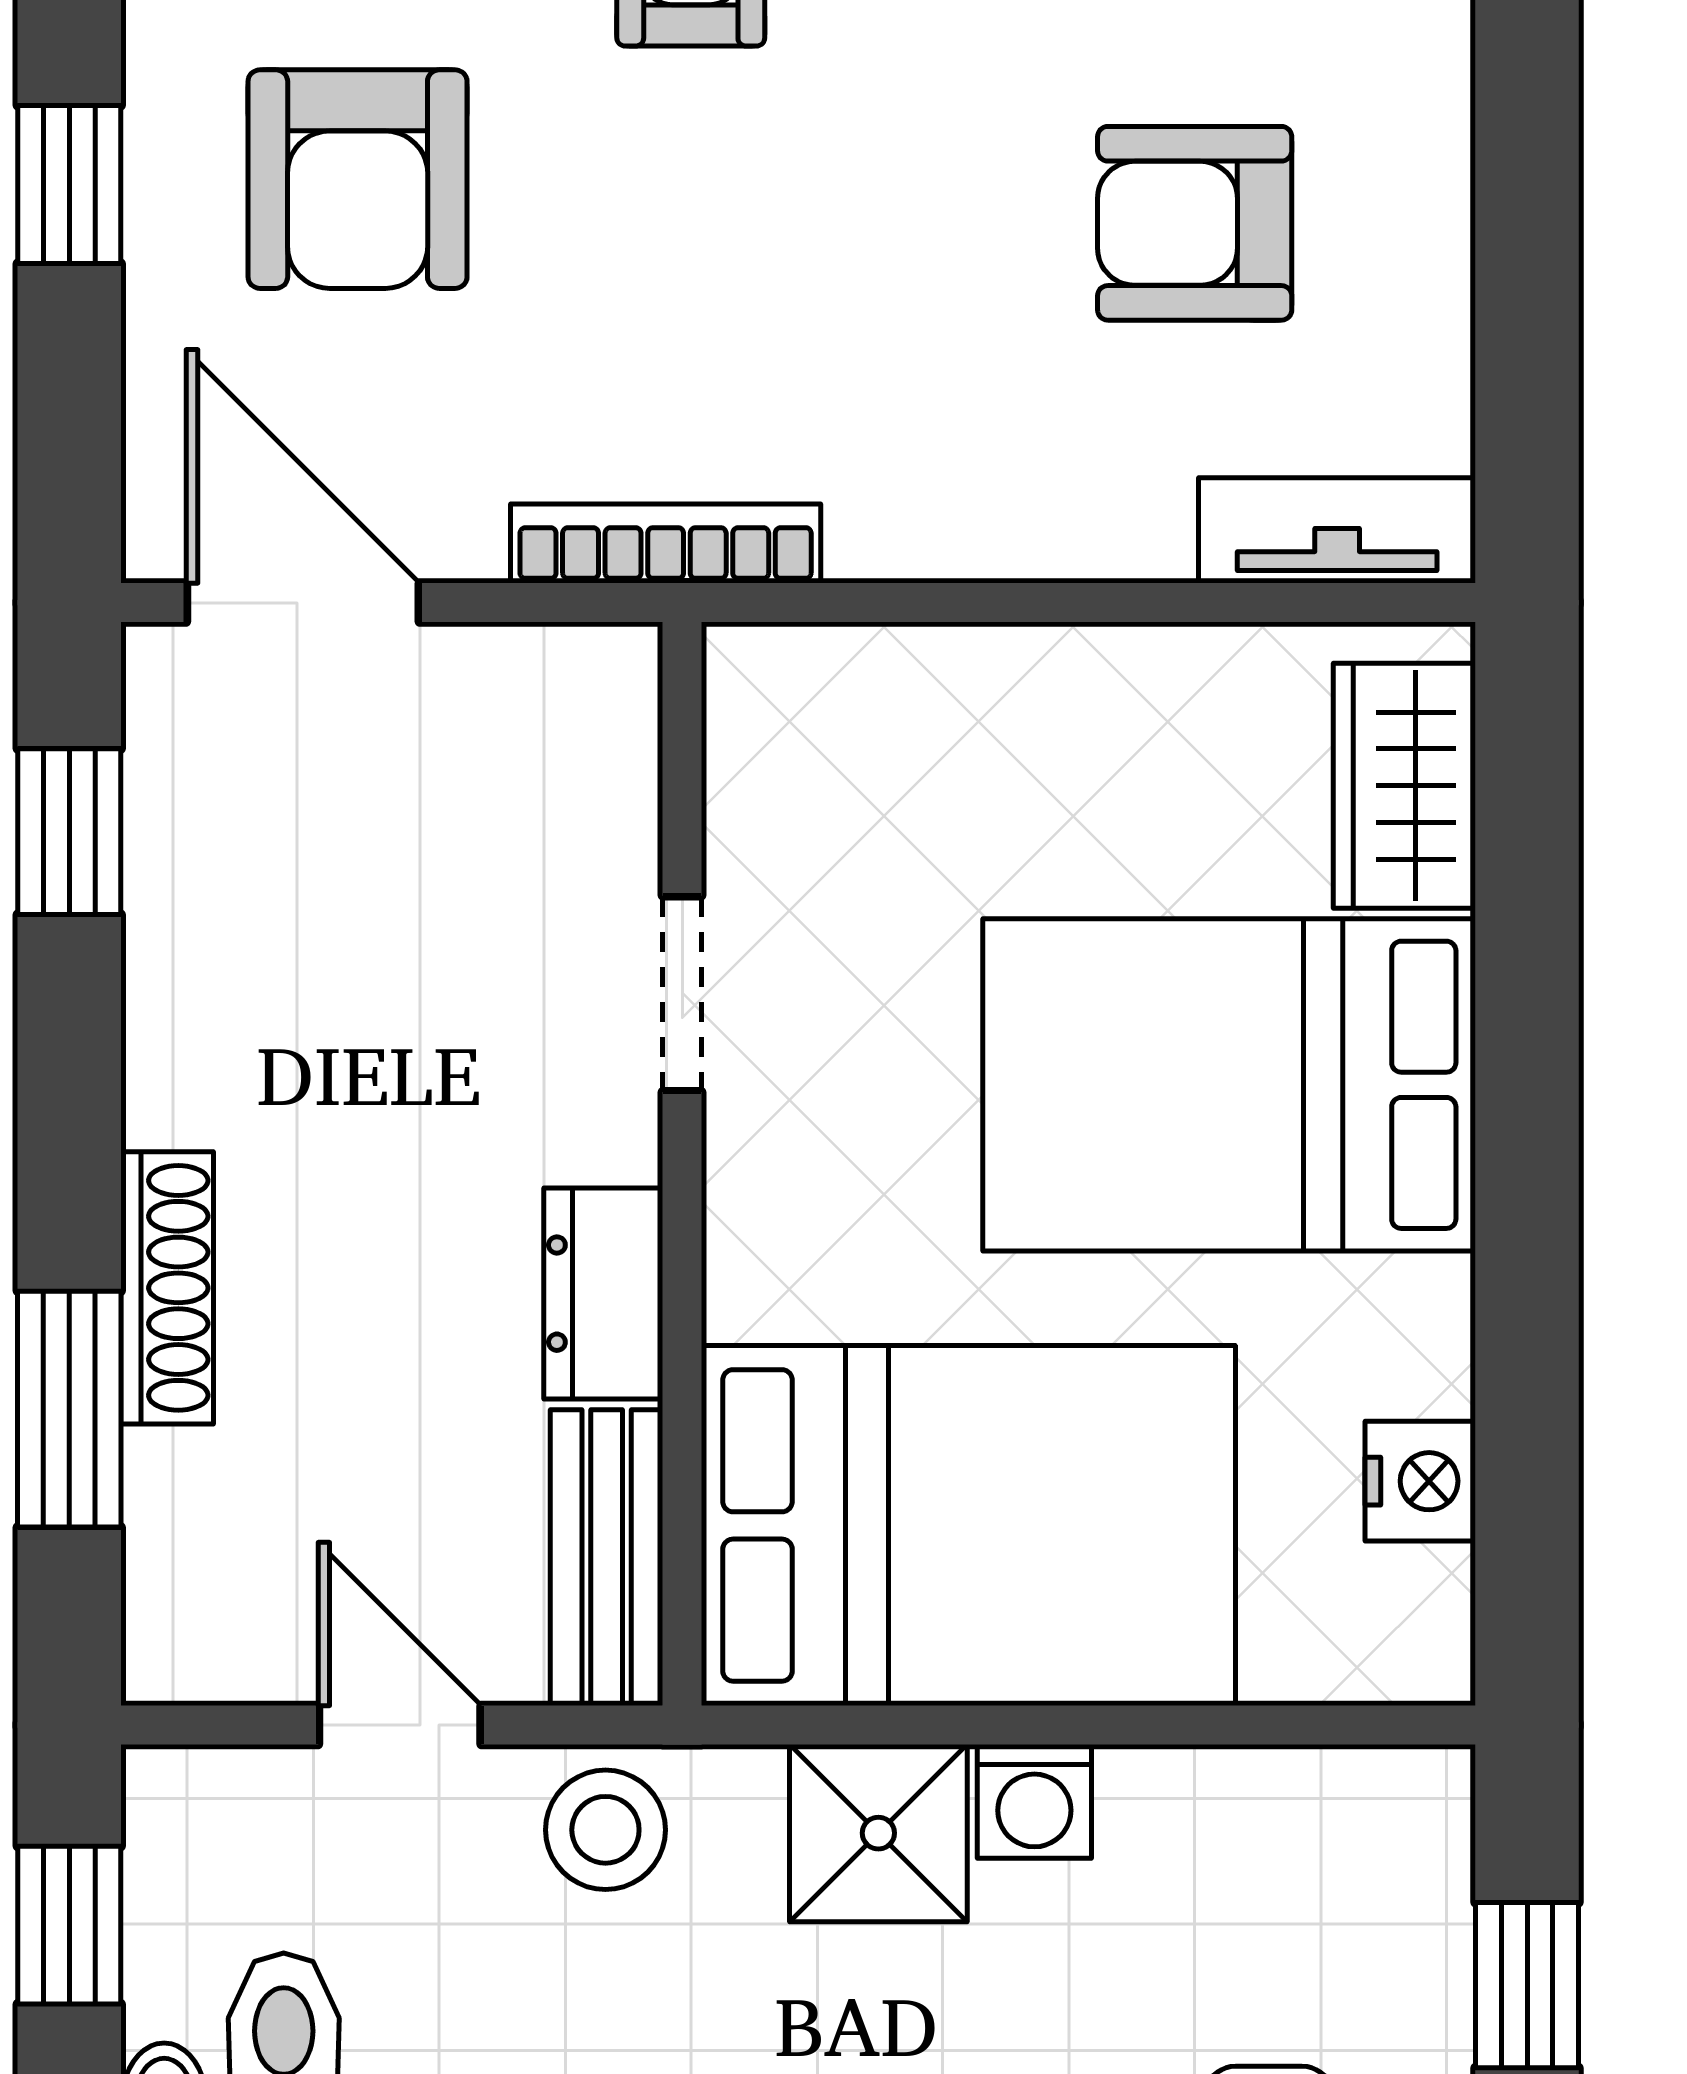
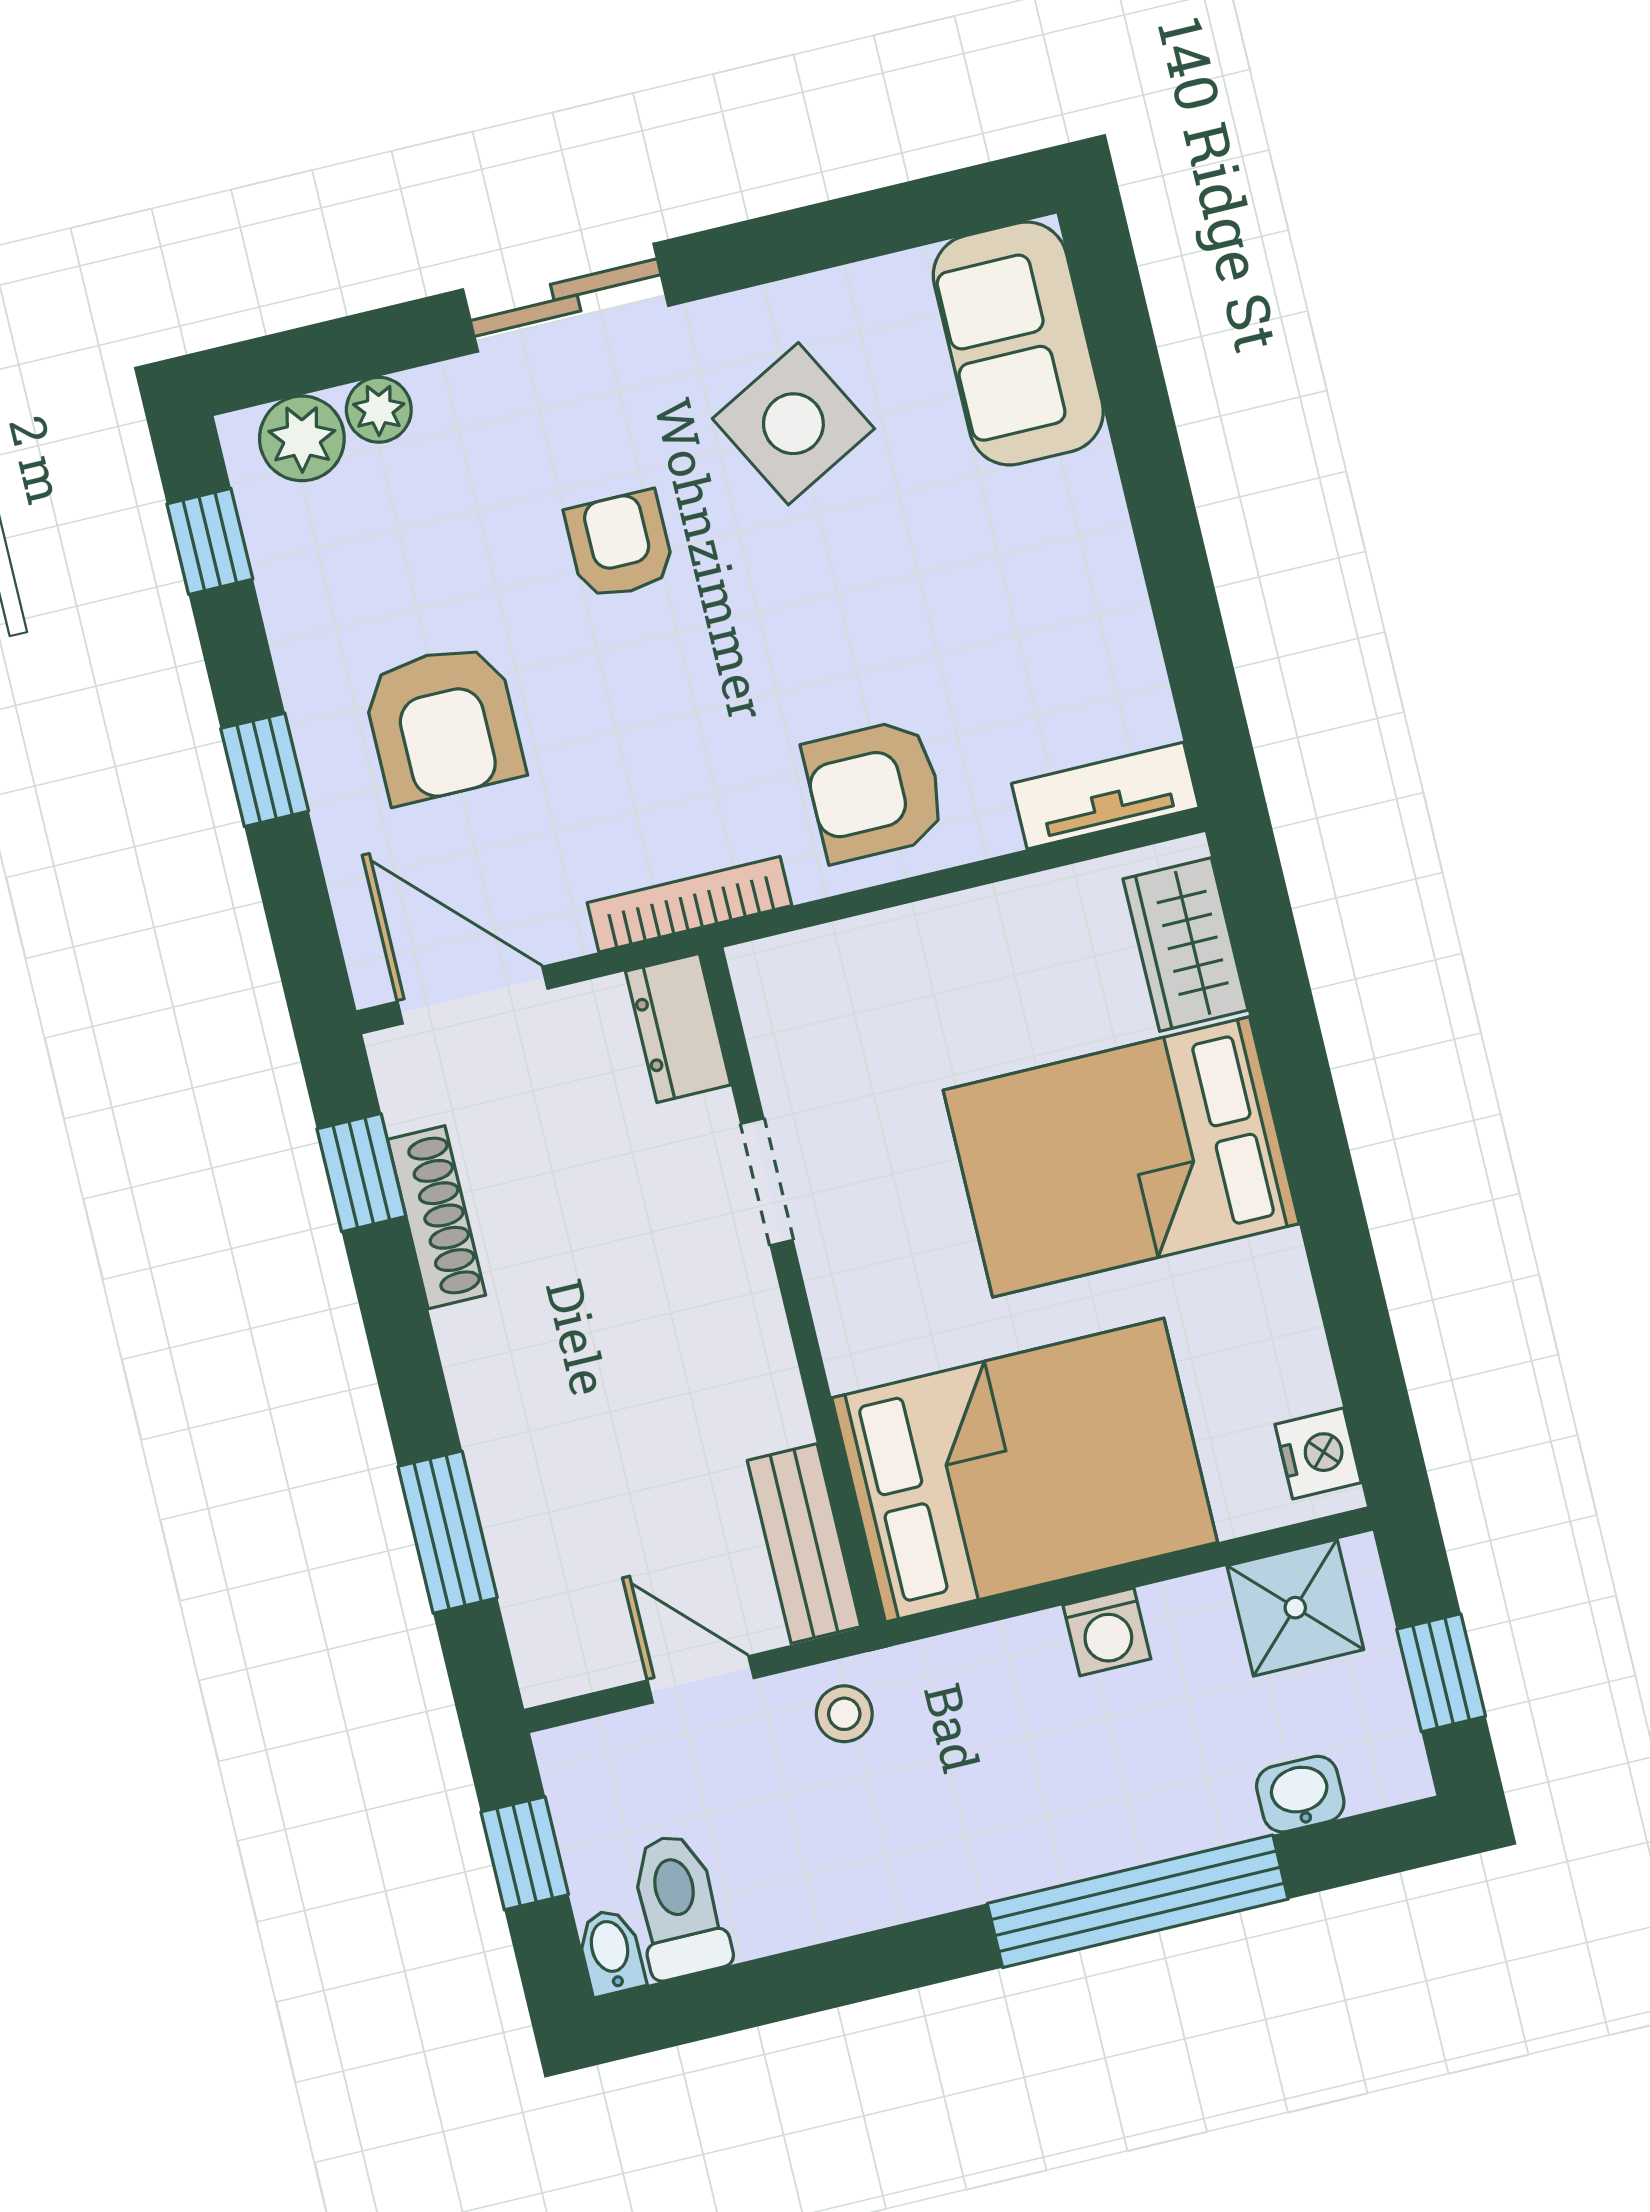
armchair: (1195, 223) -> (875, 791), moved
shoe rack: (167, 1288) -> (436, 1217), moved
dresser: (603, 1294) -> (678, 1028), moved
nightstand: (1420, 1481) -> (1318, 1453), moved
stool: (605, 1830) -> (844, 1714), width x0.73, depth x0.73
shower: (878, 1833) -> (1295, 1608), moved

